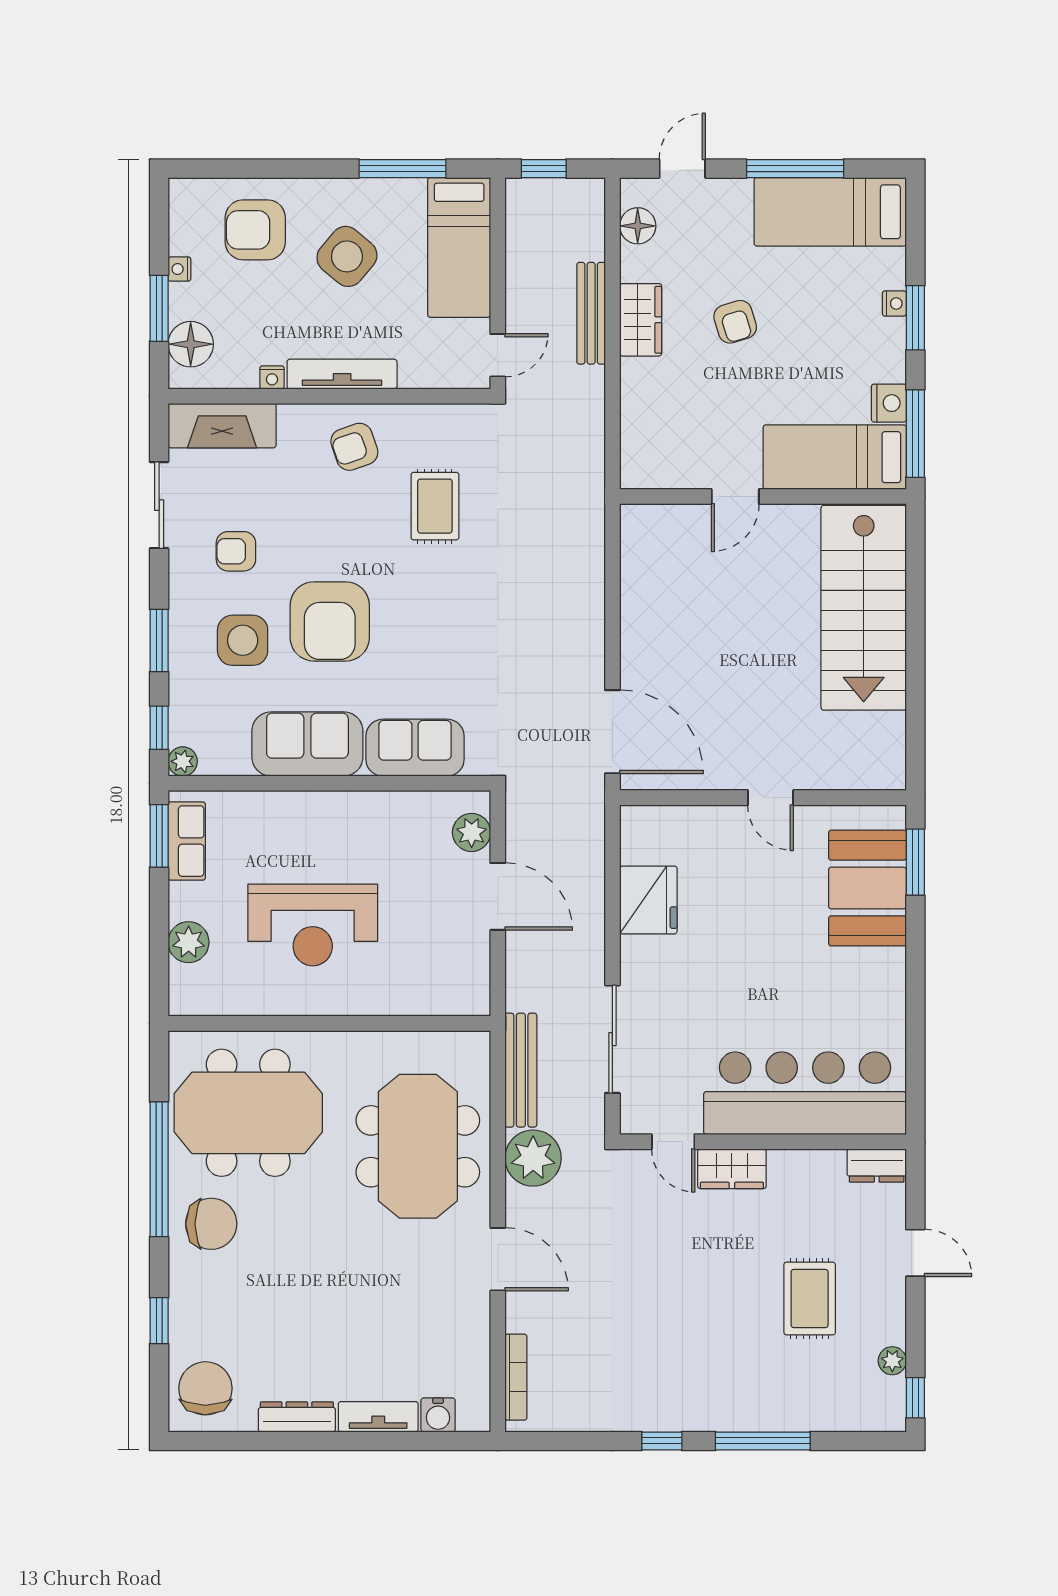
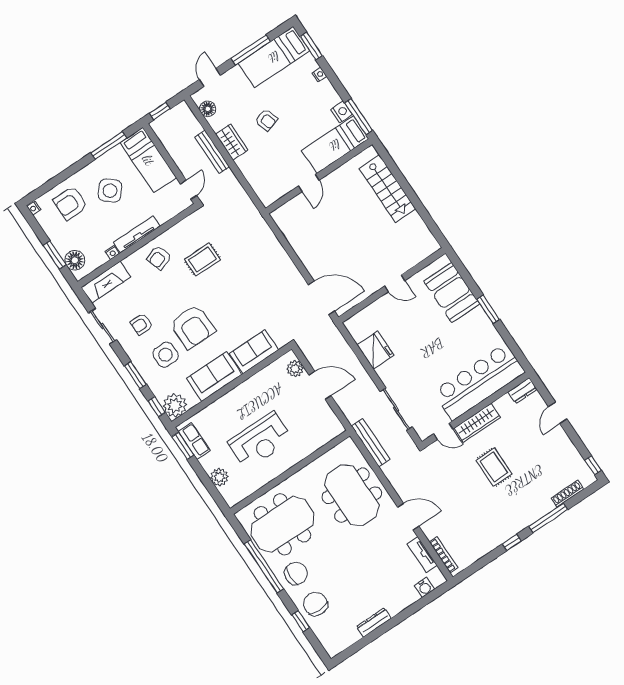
nightstand: (179, 269) -> (34, 208), moved
window: (915, 318) -> (311, 46), moved
rug: (435, 506) -> (202, 259), turned 90
stairs: (864, 608) -> (387, 189), width x0.73, depth x0.66
plant: (183, 761) -> (175, 405), width x1.88, depth x1.88
window: (915, 862) -> (488, 309), moved
plant: (533, 1158) -> (396, 471), removed
wardrobe: (732, 1169) -> (477, 423), width x1.50
door: (915, 1253) -> (558, 413), swing flipped
rug: (810, 1298) -> (494, 467), moved
plant: (892, 1361) -> (576, 457), removed
chair: (205, 1388) -> (315, 604), moved
tv unit: (378, 1417) -> (422, 555), moved, turned -90
shoe rack: (831, 1419) -> (568, 494), added

